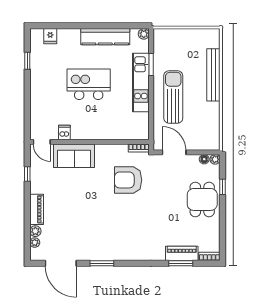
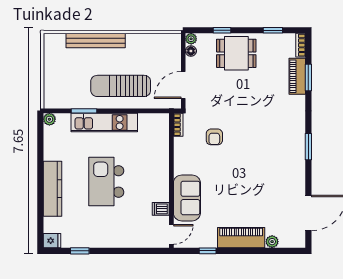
fridge: (50, 36) -> (52, 241), moved
kitchen counter: (105, 37) -> (53, 189), moved
armchair: (128, 180) -> (214, 137), width x0.53, depth x0.53
piano: (37, 209) -> (241, 238), width x1.37, depth x1.33
window: (223, 232) -> (273, 30), added
plant: (35, 243) -> (285, 242), removed
window: (102, 263) -> (308, 147), moved

